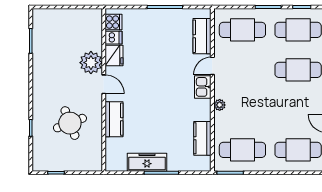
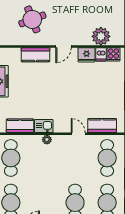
plant: (91, 63) -> (101, 36), moved
kitchen sink: (203, 87) -> (44, 126), moved

